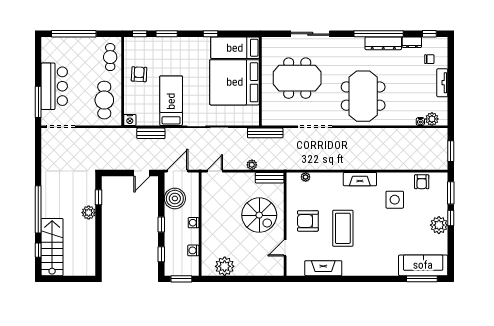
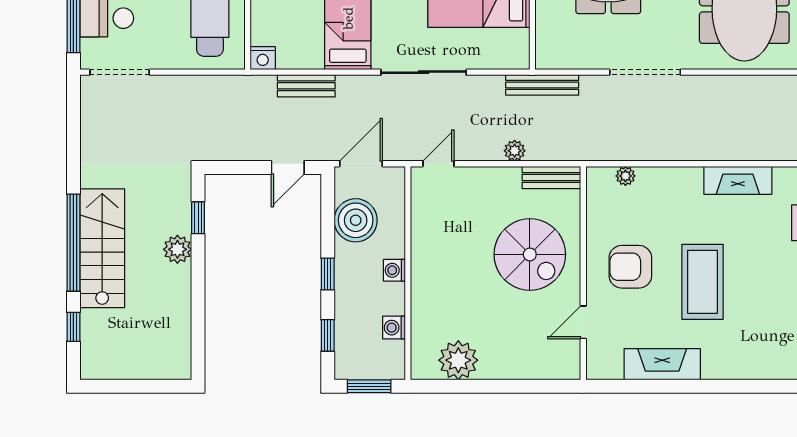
stairs: (52, 247) -> (102, 248), moved

